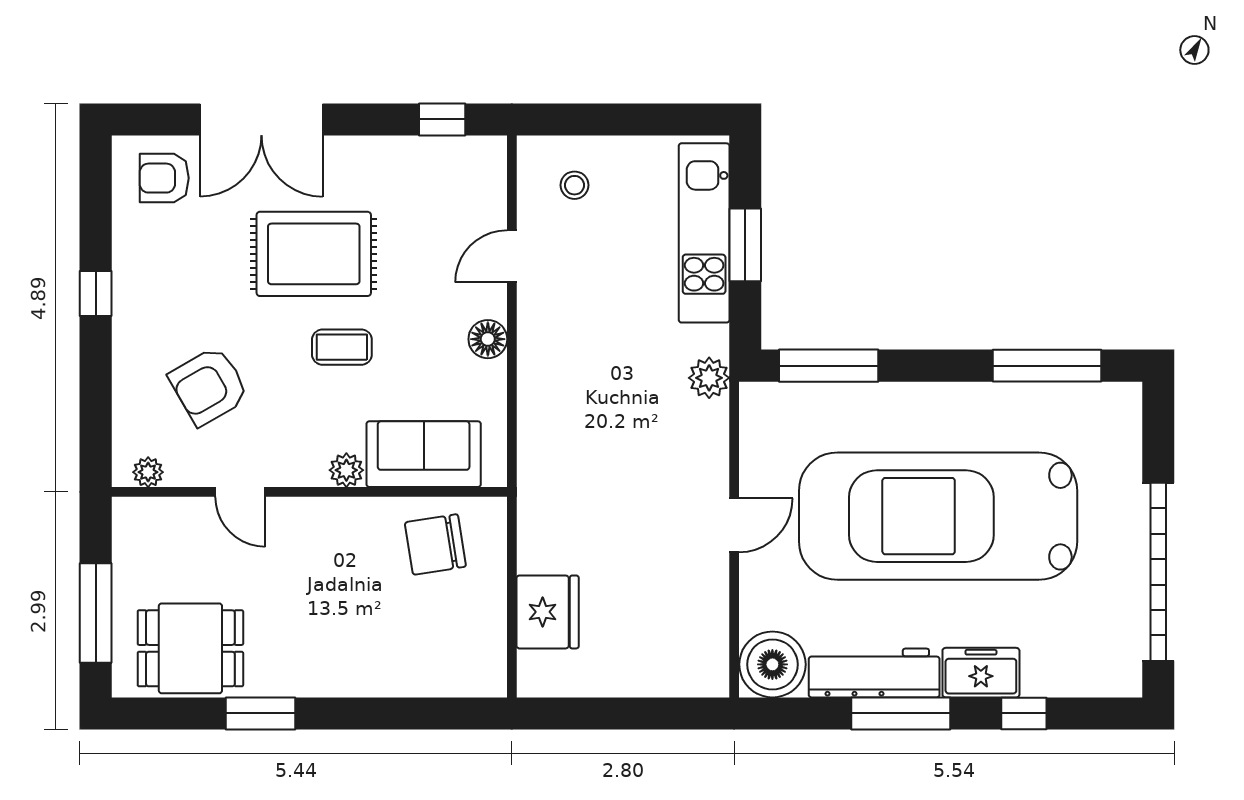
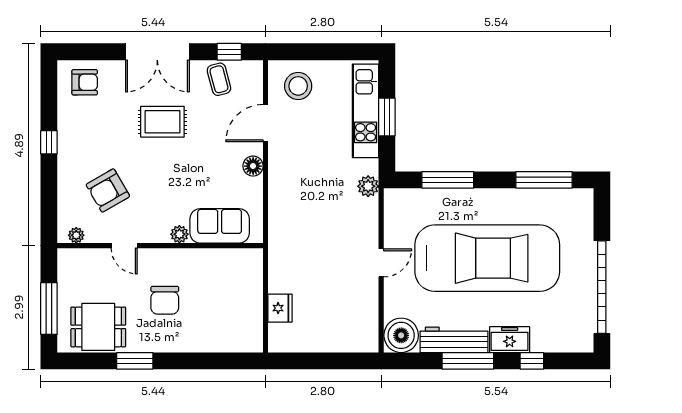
double door: (261, 119) -> (157, 52), moved
armchair: (164, 178) -> (85, 82), turned 180
stool: (575, 185) -> (298, 86), width x1.89, depth x1.89
rug: (314, 254) -> (162, 122), width x0.73, depth x0.70
door: (512, 256) -> (265, 123), width x1.37
coffee table: (342, 347) -> (219, 79), moved, turned 75
window: (829, 366) -> (448, 180), moved
car: (938, 516) -> (487, 258), turned 180
chair: (435, 544) -> (165, 300), moved, turned -81
fridge: (548, 612) -> (280, 308), width x0.73, depth x0.75

